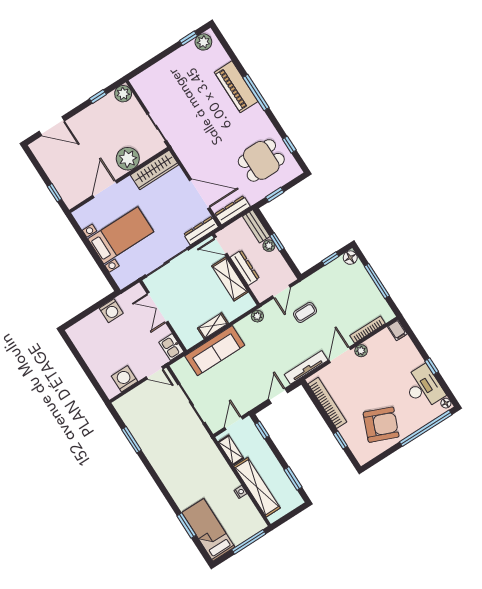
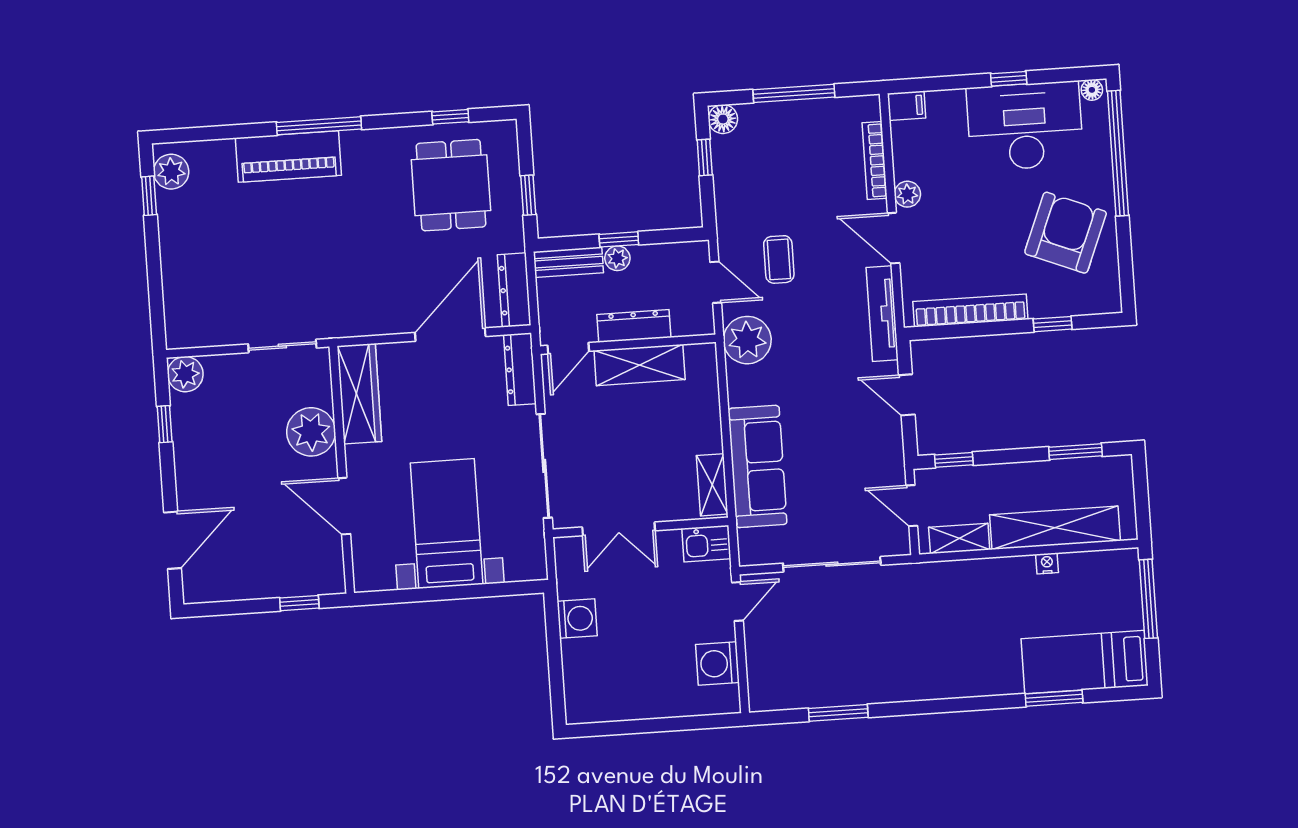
plant: (257, 316) -> (747, 340), width x1.87, depth x1.87
shelving: (213, 326) -> (712, 485), moved
desk: (423, 387) -> (1025, 126), width x1.36, depth x1.30

